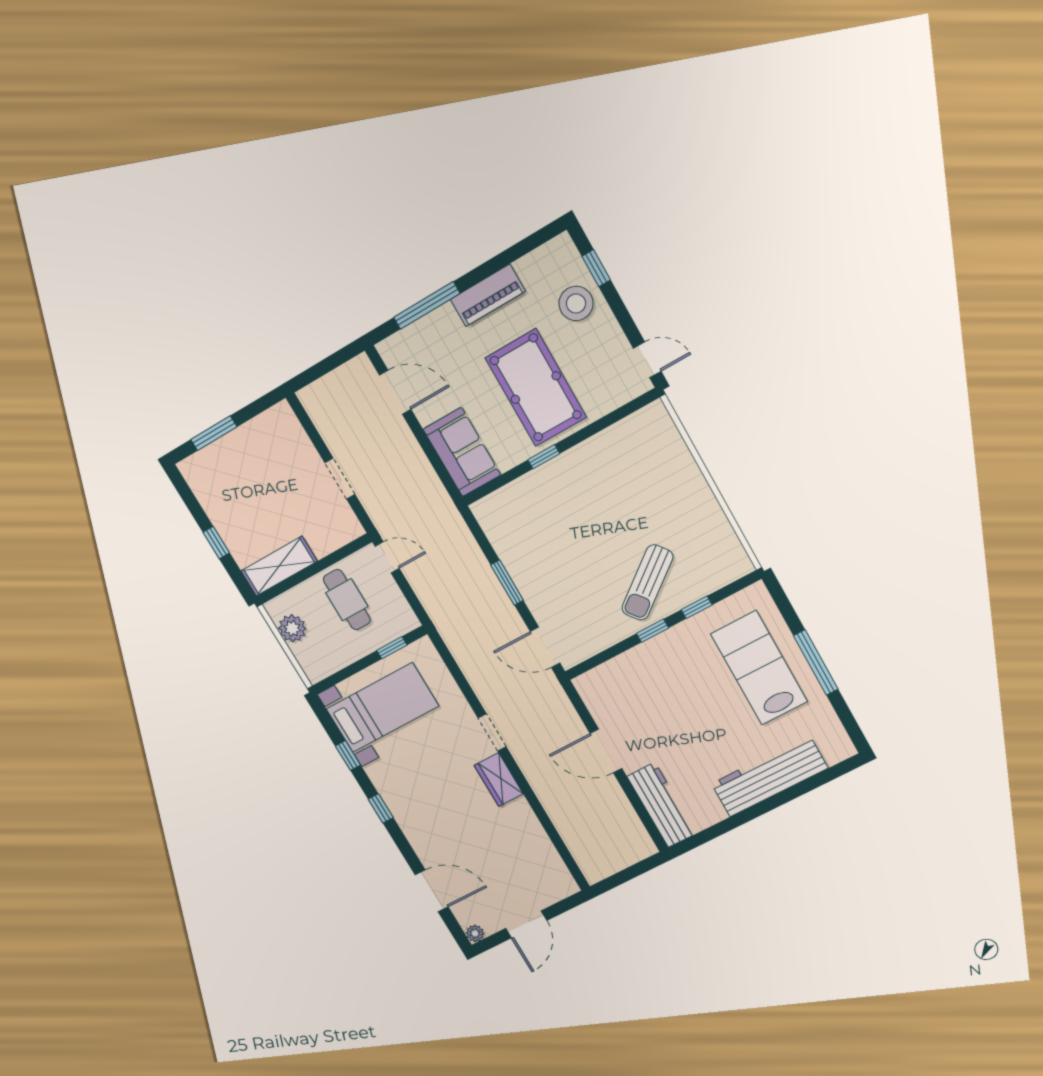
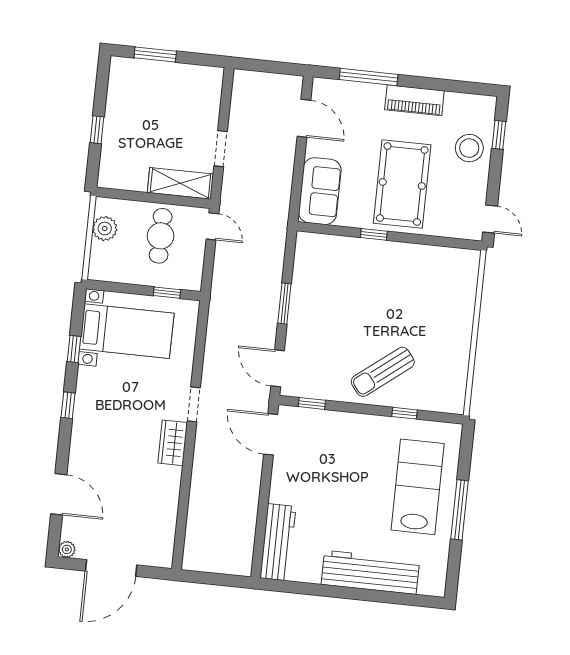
shelving: (279, 566) -> (180, 183), moved
window: (653, 631) -> (312, 403), moved
door: (606, 751) -> (271, 434), moved
door: (526, 924) -> (111, 568), width x1.36

